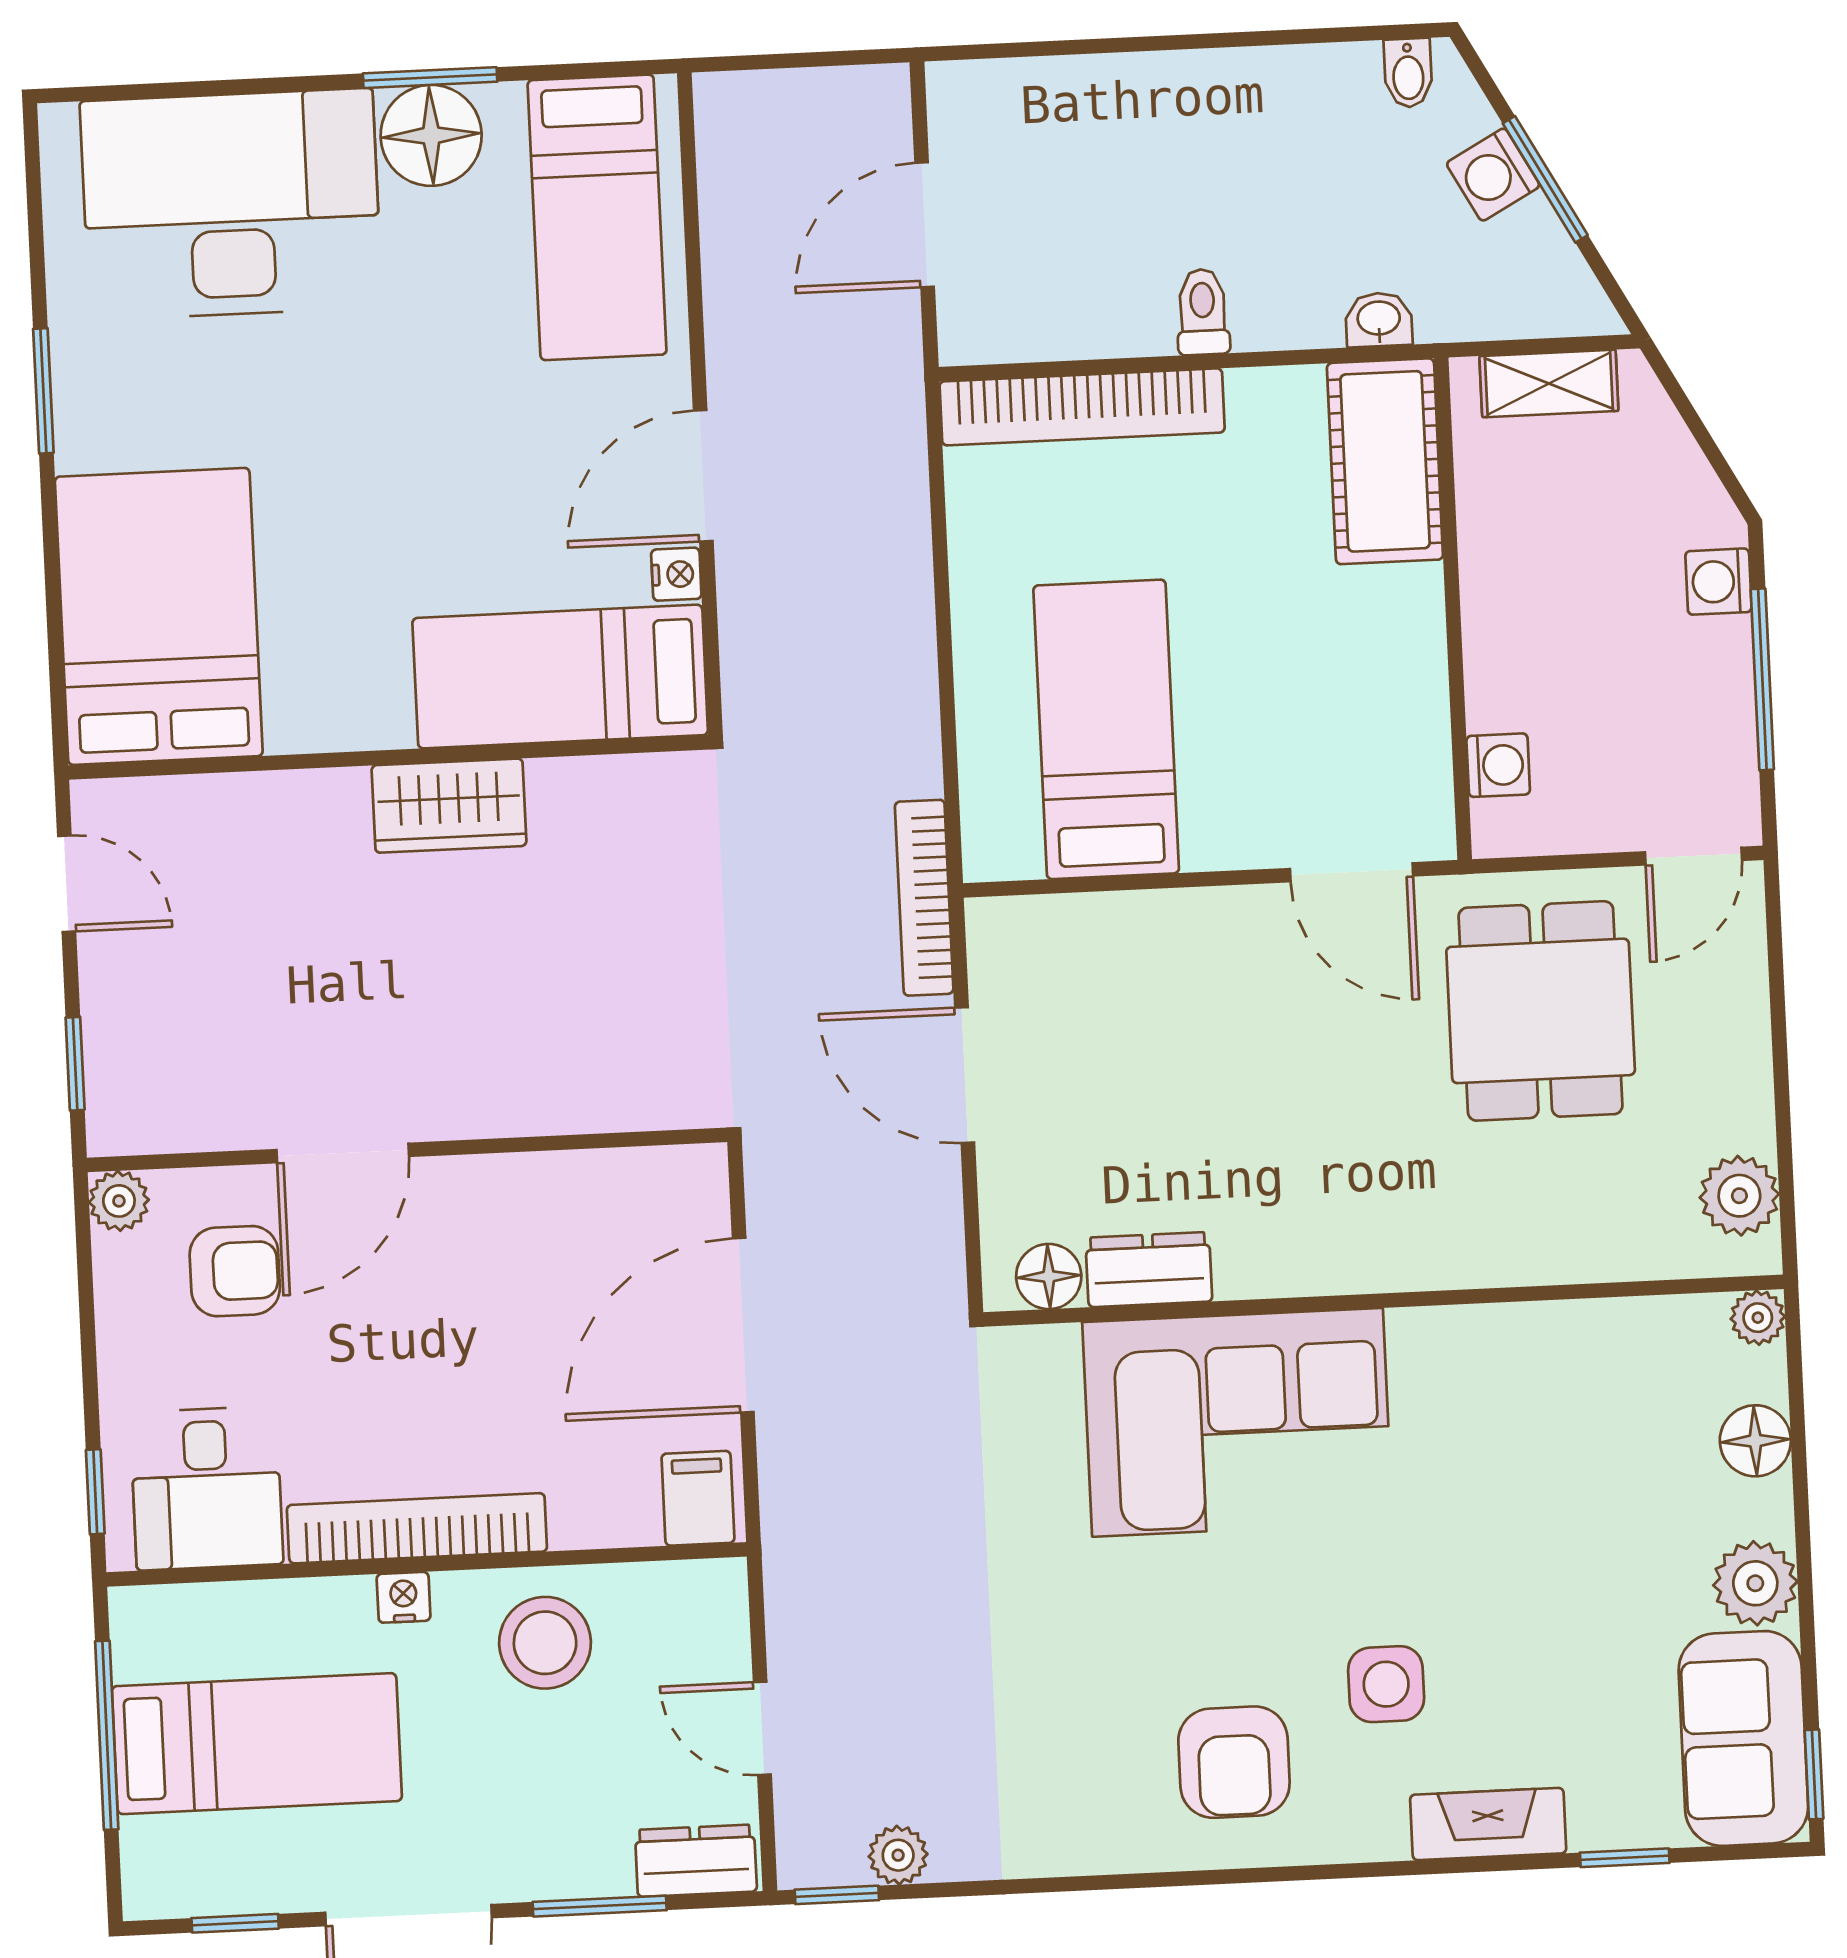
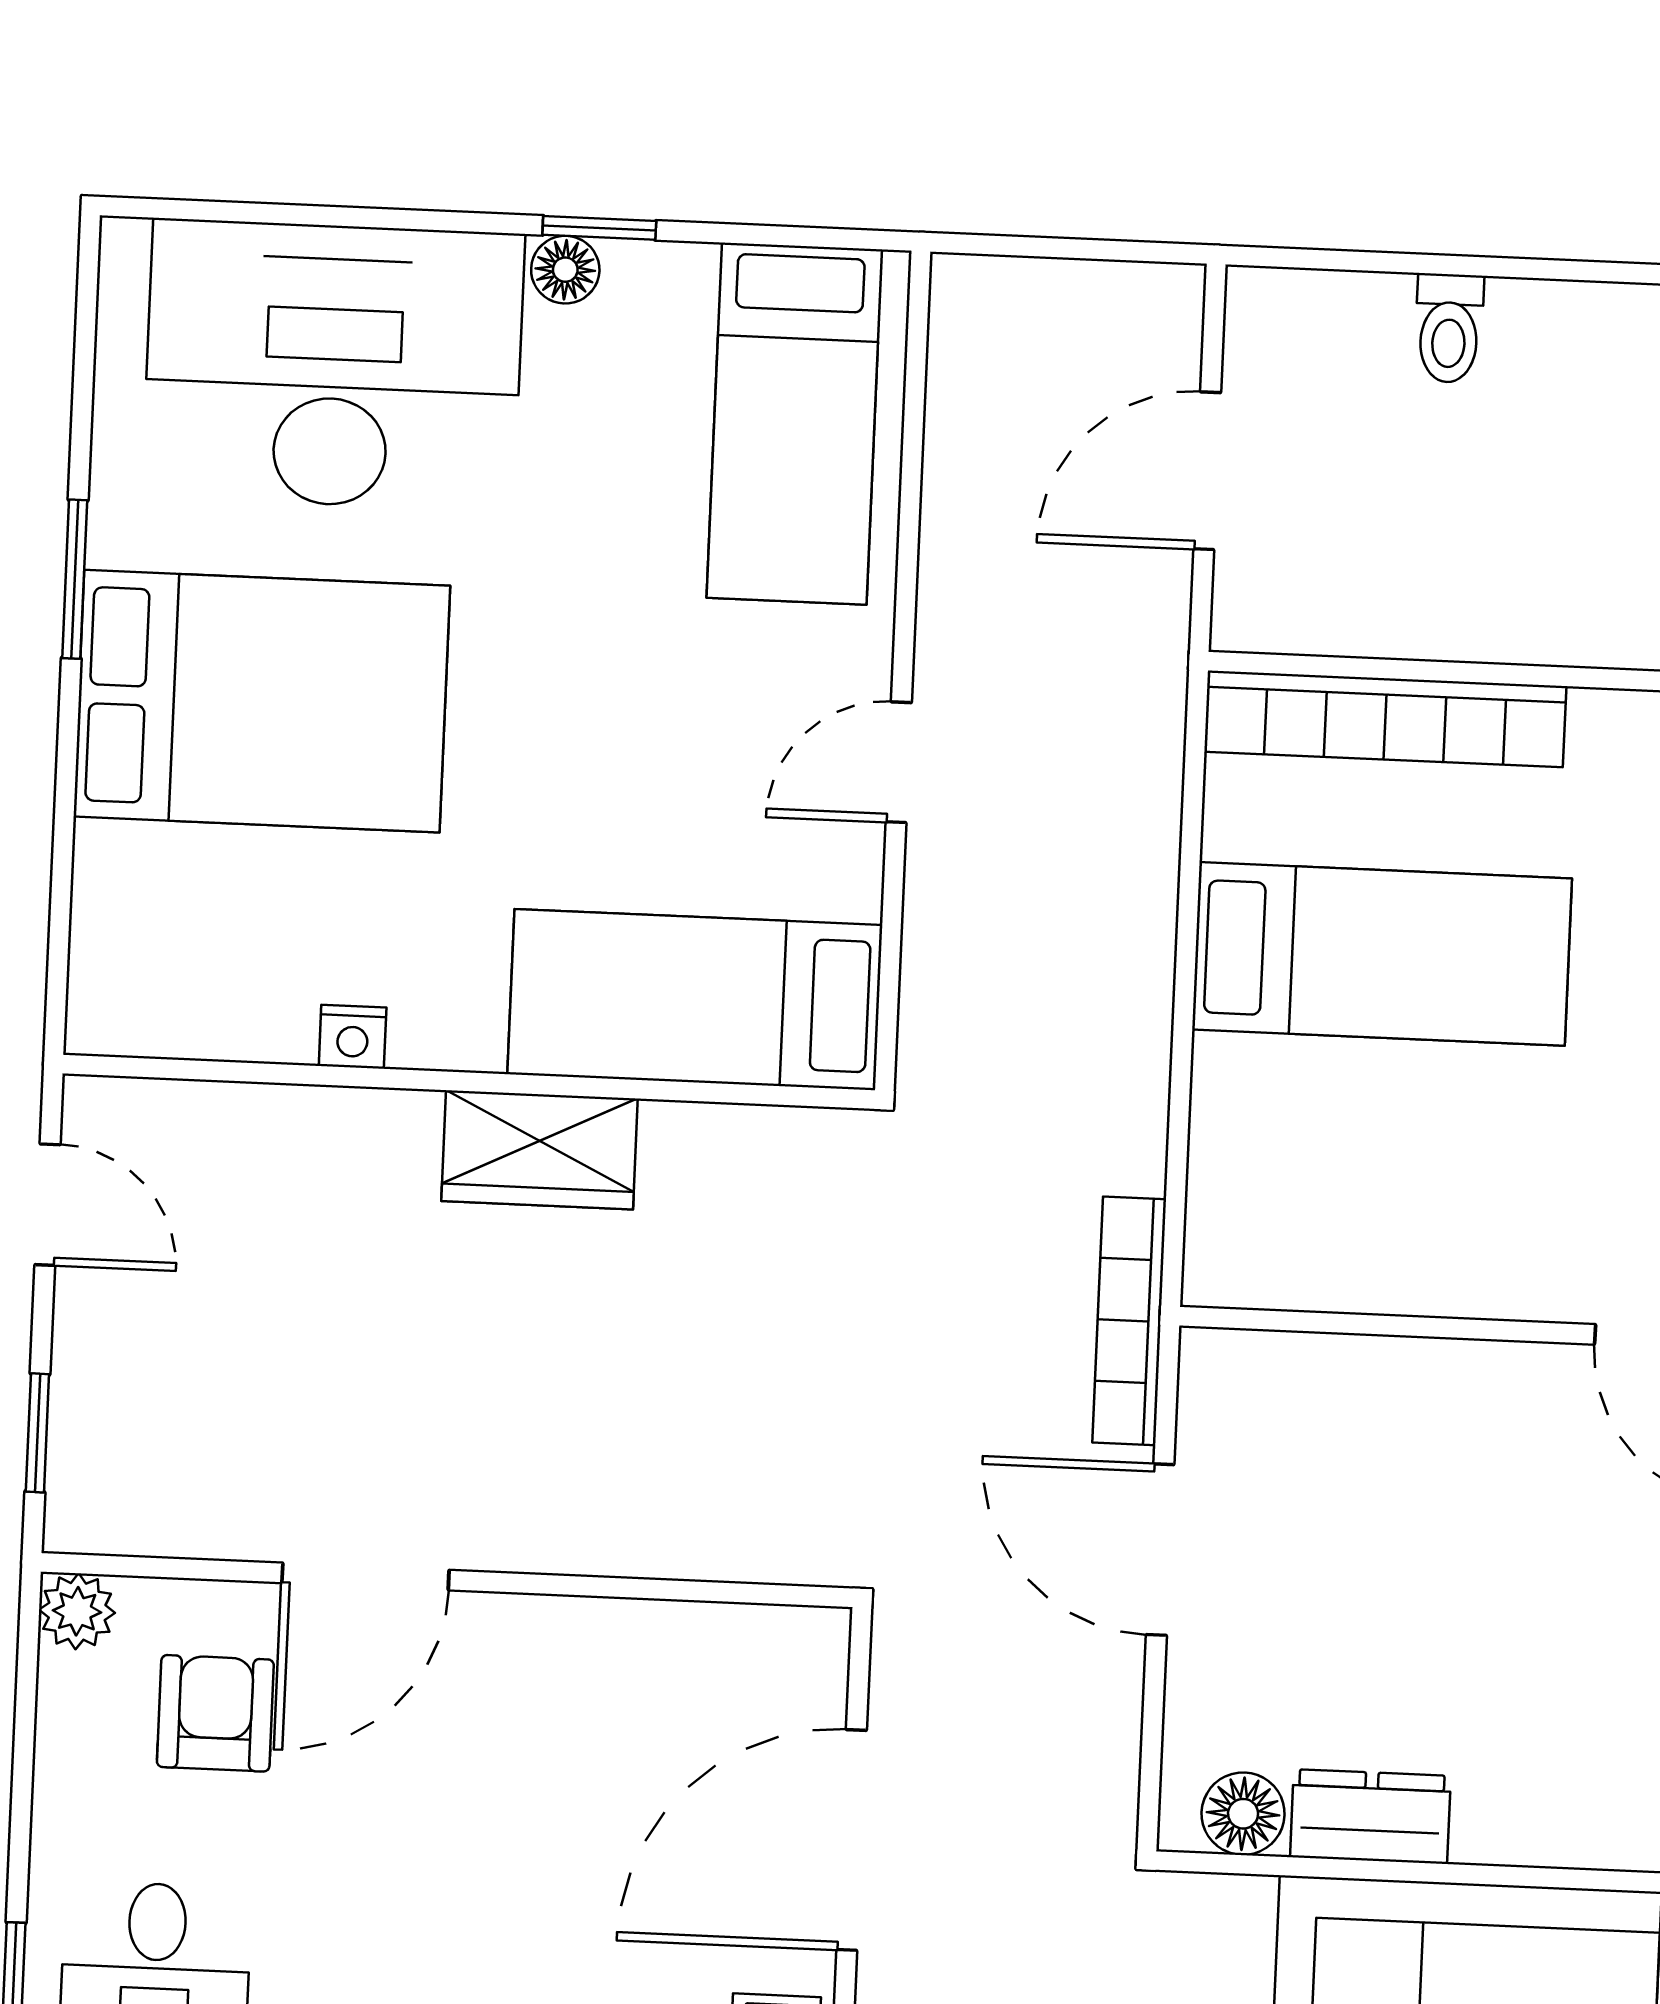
window: (430, 78) -> (599, 228), width x0.67
floor lamp: (431, 135) -> (565, 270), width x0.53, depth x0.53
toilet: (1203, 312) -> (1449, 328), moved, turned 180
door: (703, 476) -> (899, 762), width x0.73
nightstand: (676, 574) -> (353, 1037), moved, turned 90
bed: (159, 616) -> (262, 701), moved, turned 90
bed: (1106, 729) -> (1382, 954), moved, turned 90
armchair: (235, 1271) -> (215, 1713), turned -90

